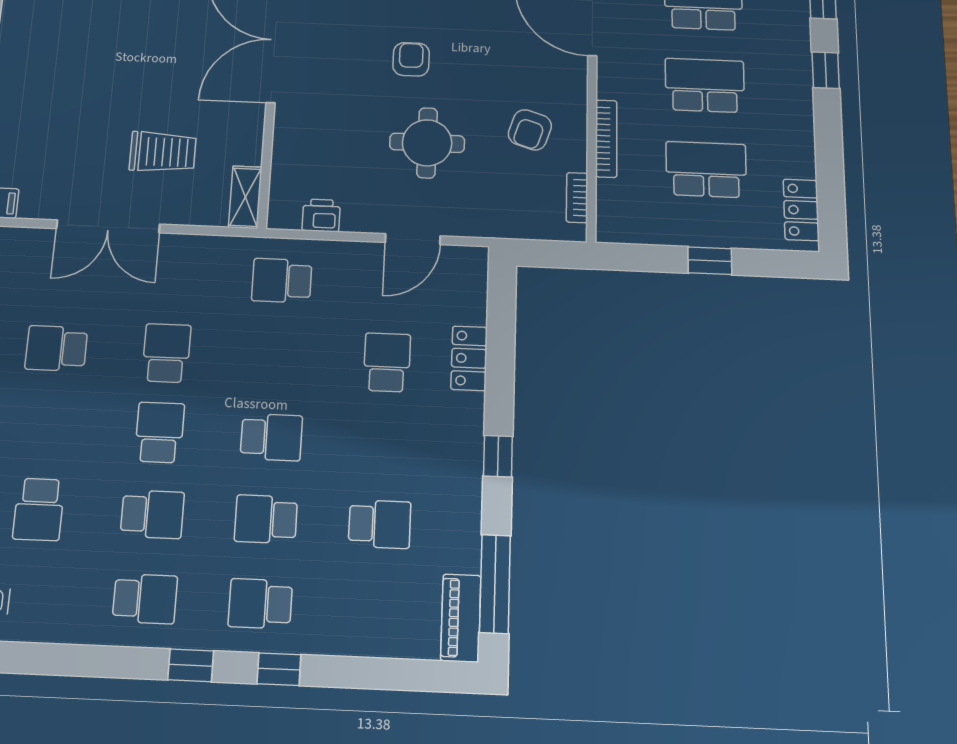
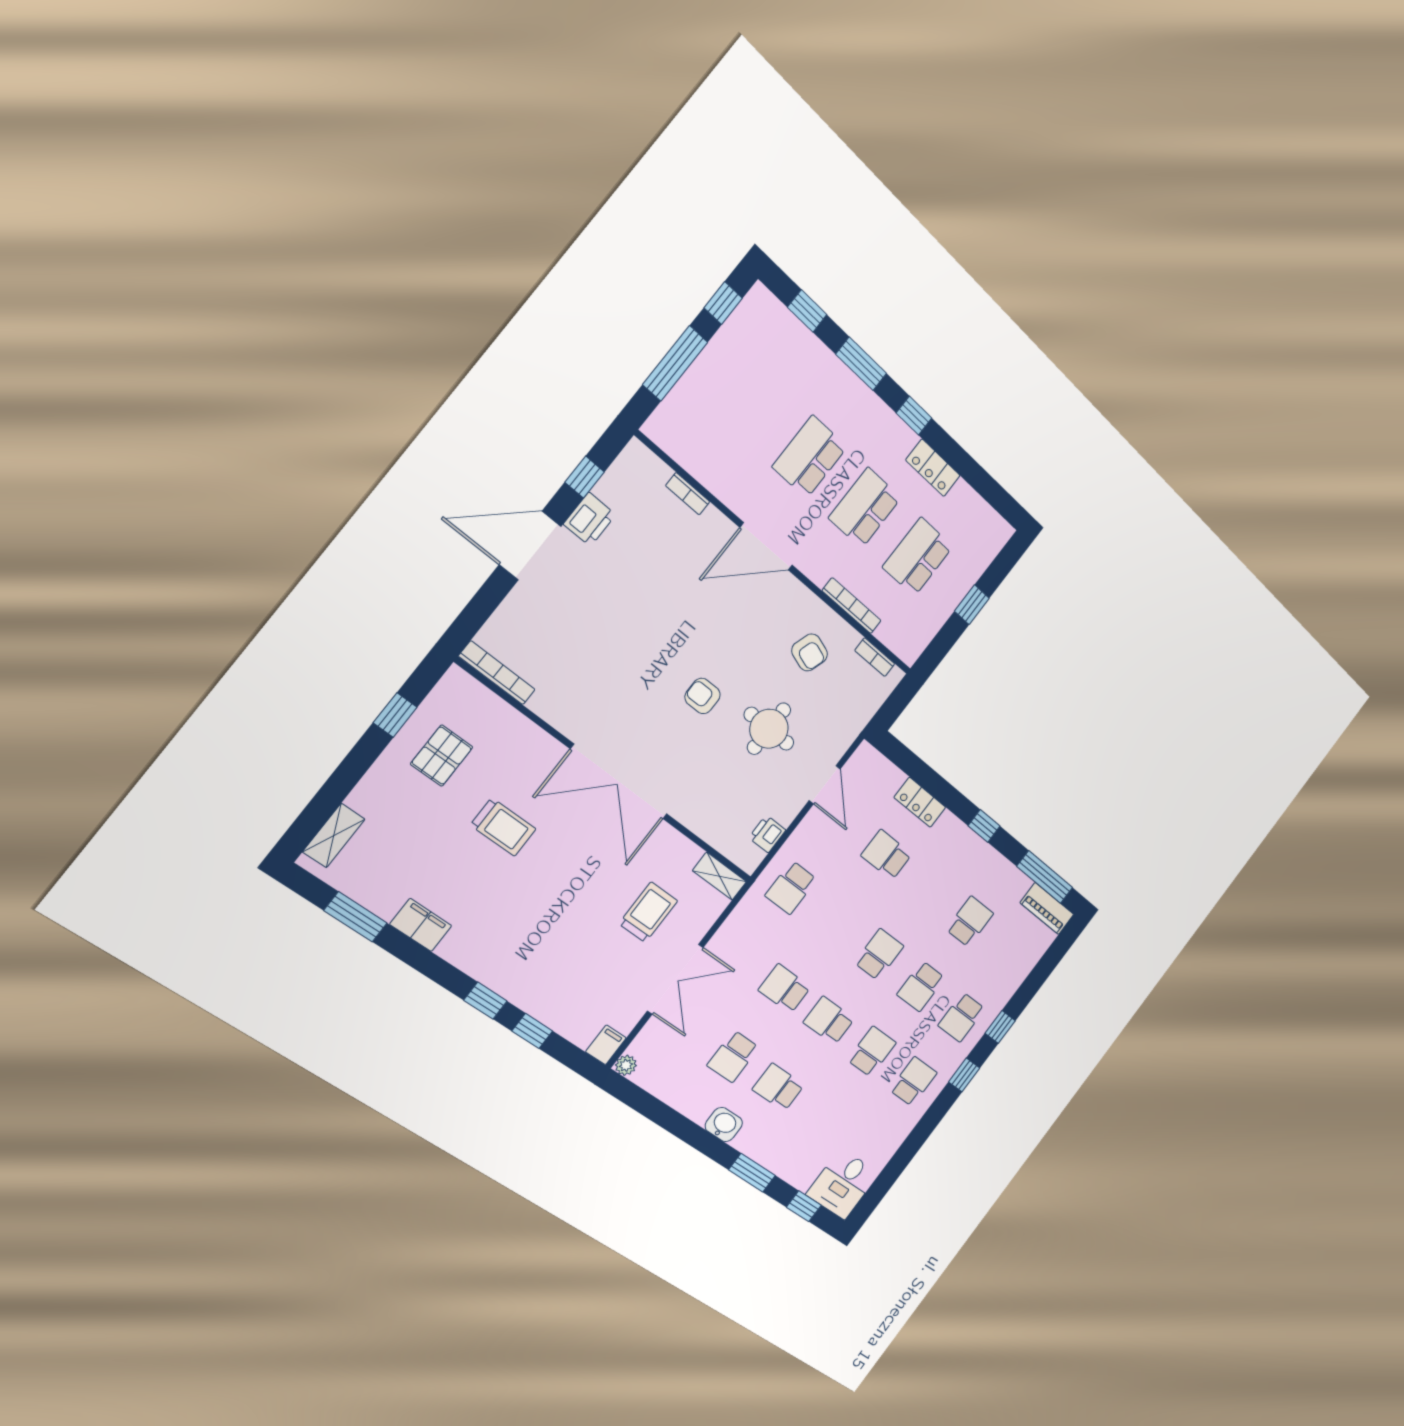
locker: (801, 210) -> (933, 468), moved
school desk: (39, 509) -> (778, 1087), moved, turned 180

